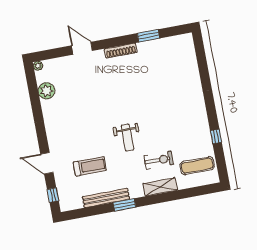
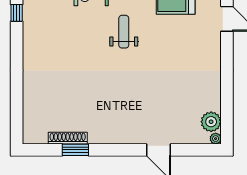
shoe rack: (121, 51) -> (68, 138), moved
plant: (46, 91) -> (211, 122), moved

